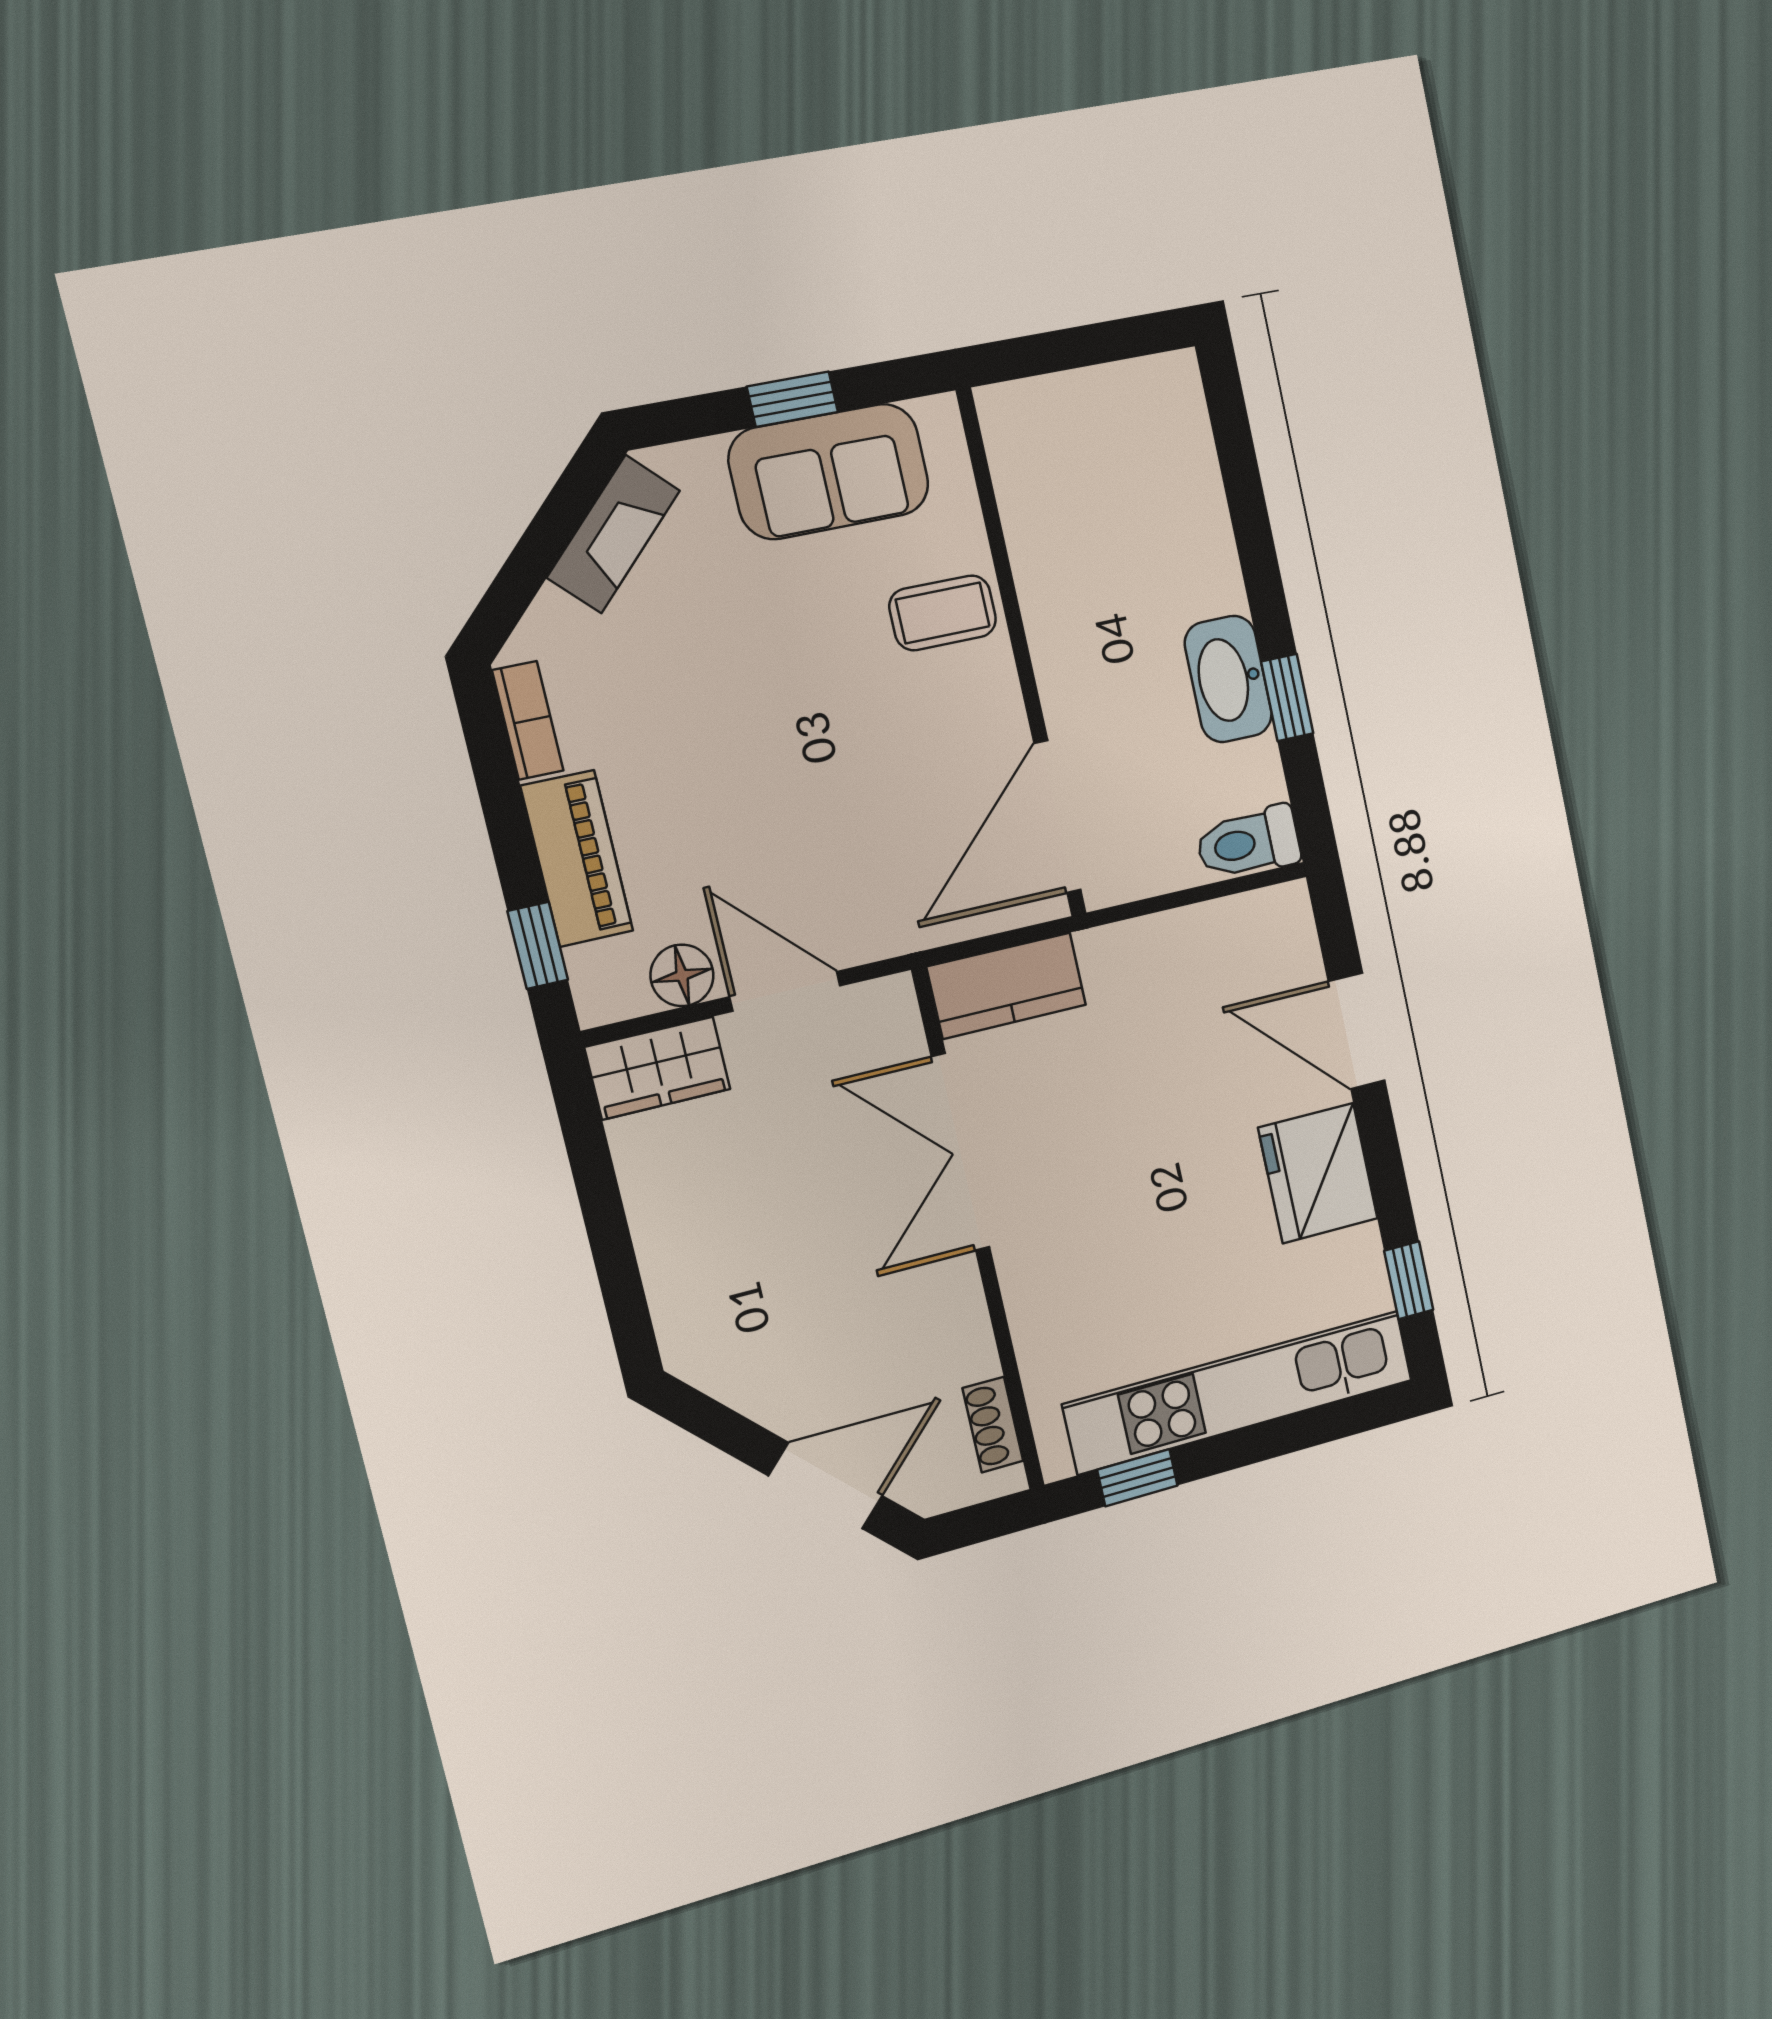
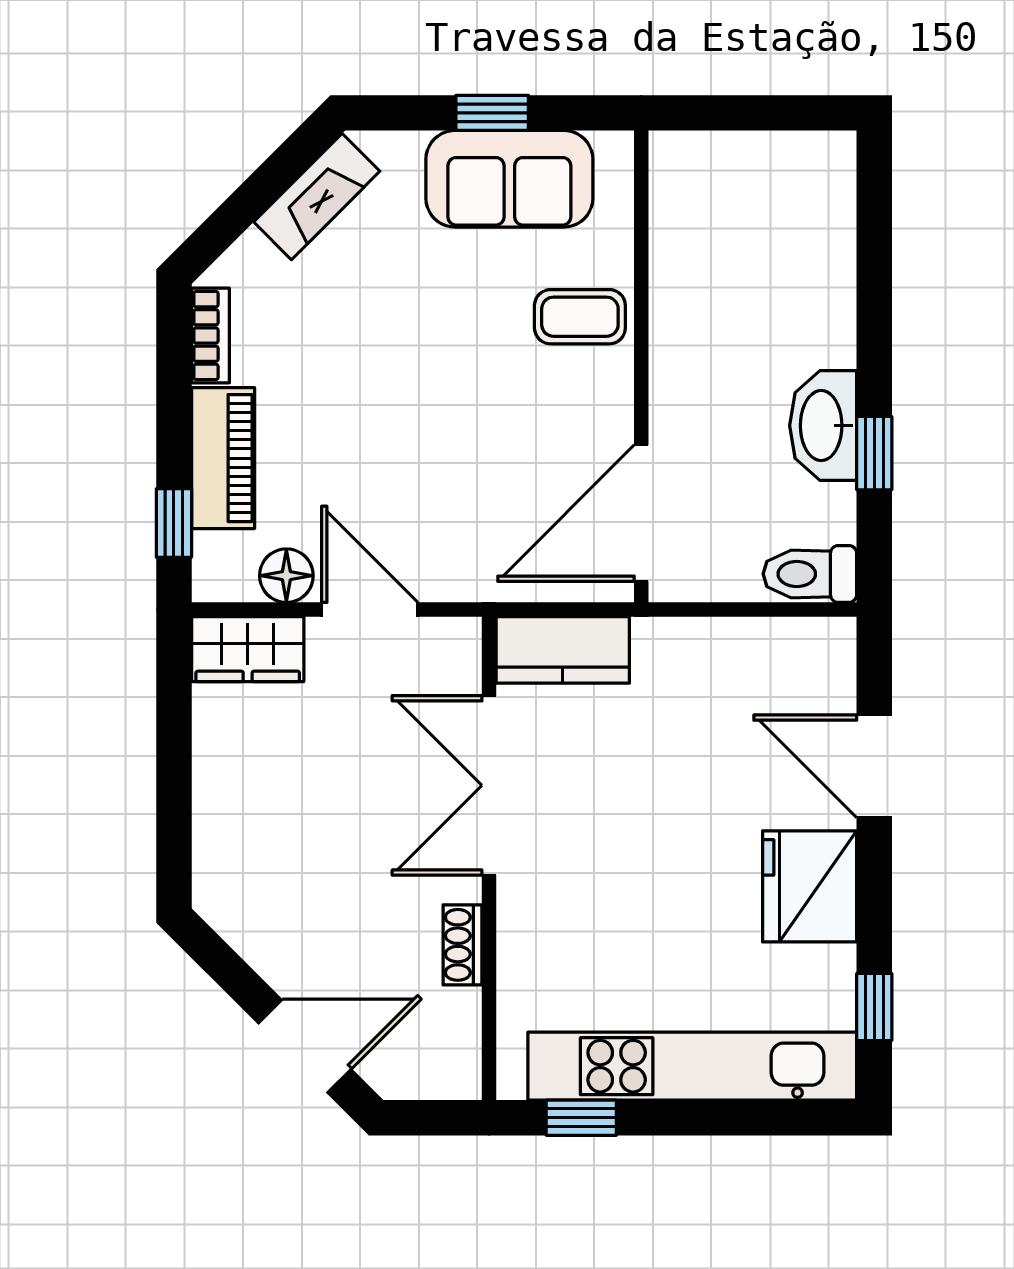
shoe rack: (993, 1425) -> (462, 945), moved

